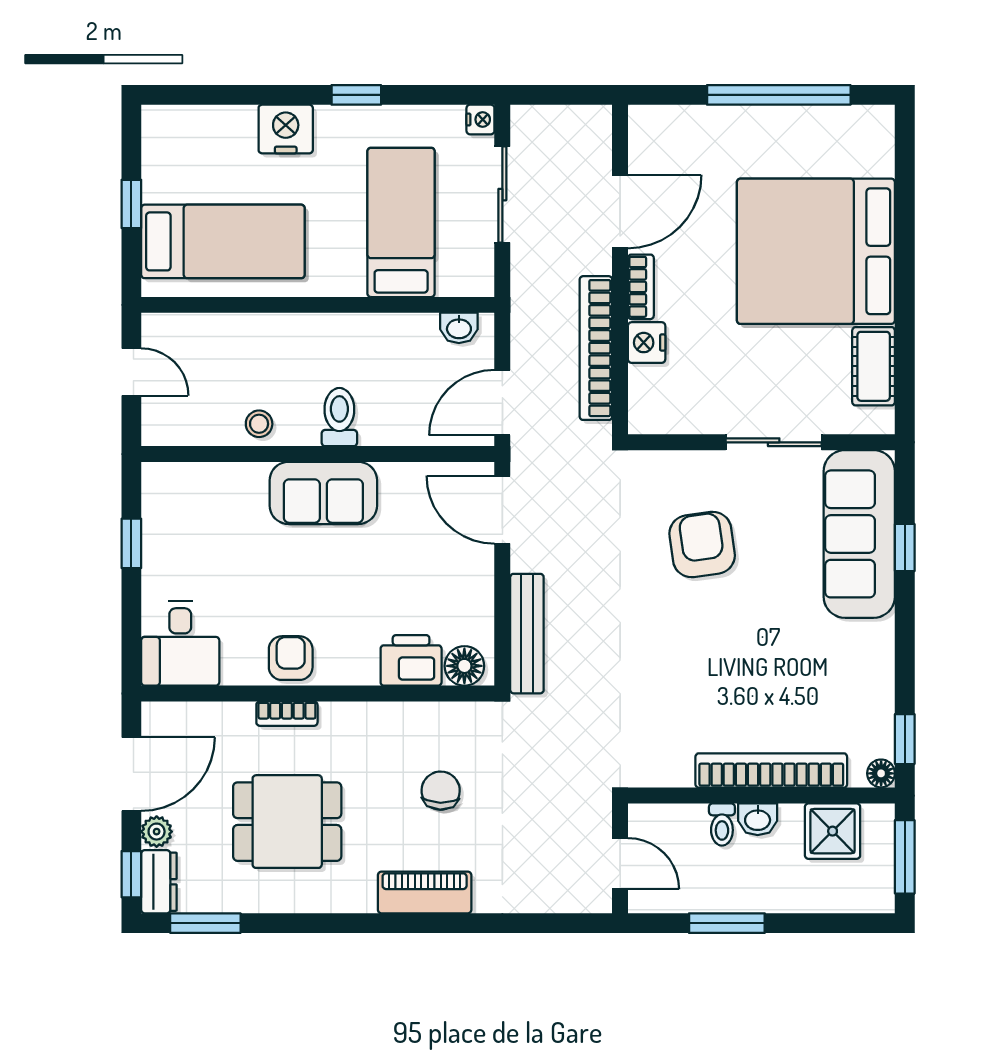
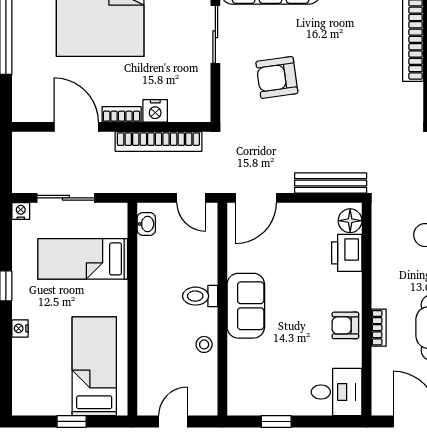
nightstand: (286, 129) -> (20, 328), width x0.53, depth x0.56
door: (502, 403) -> (191, 198), width x0.73

